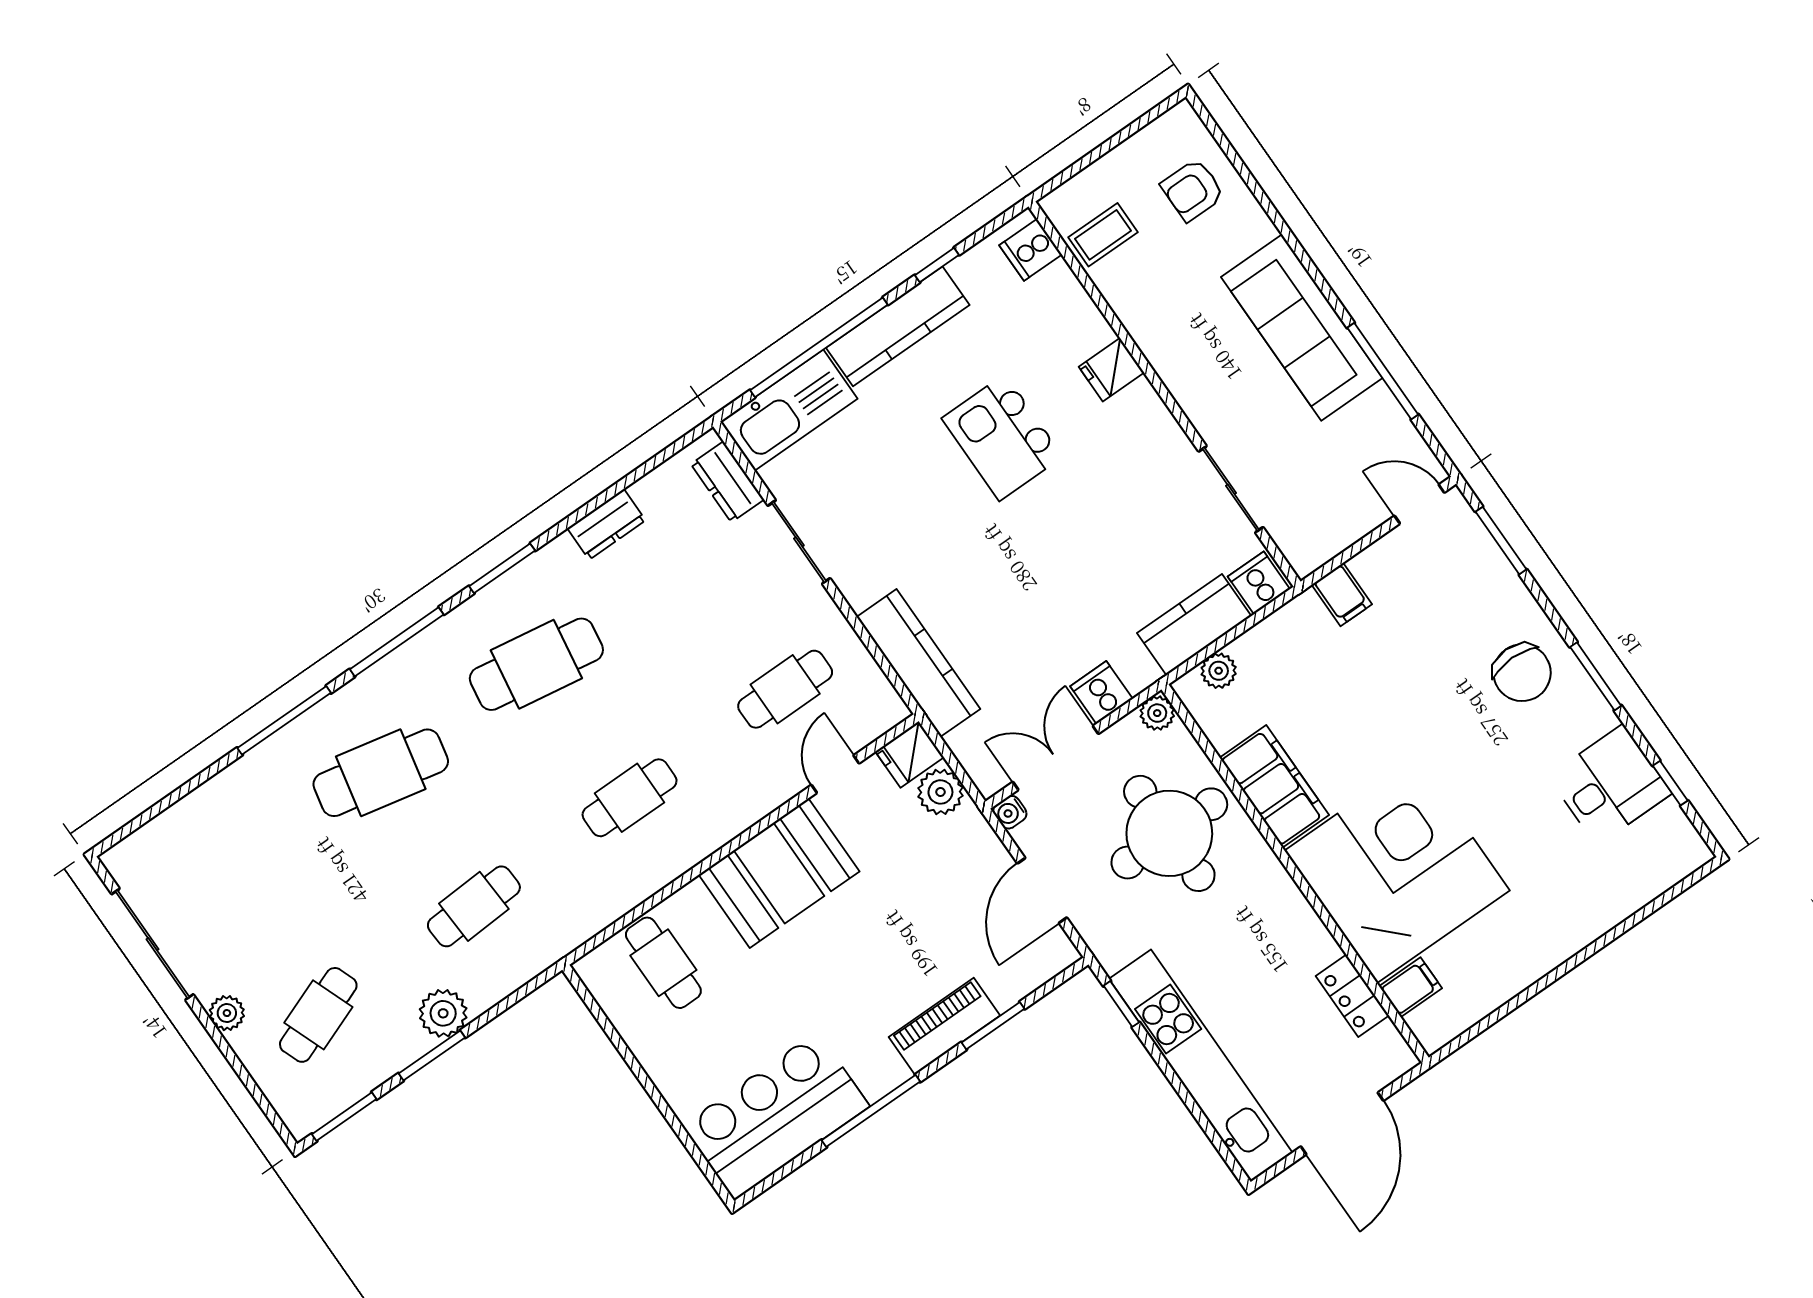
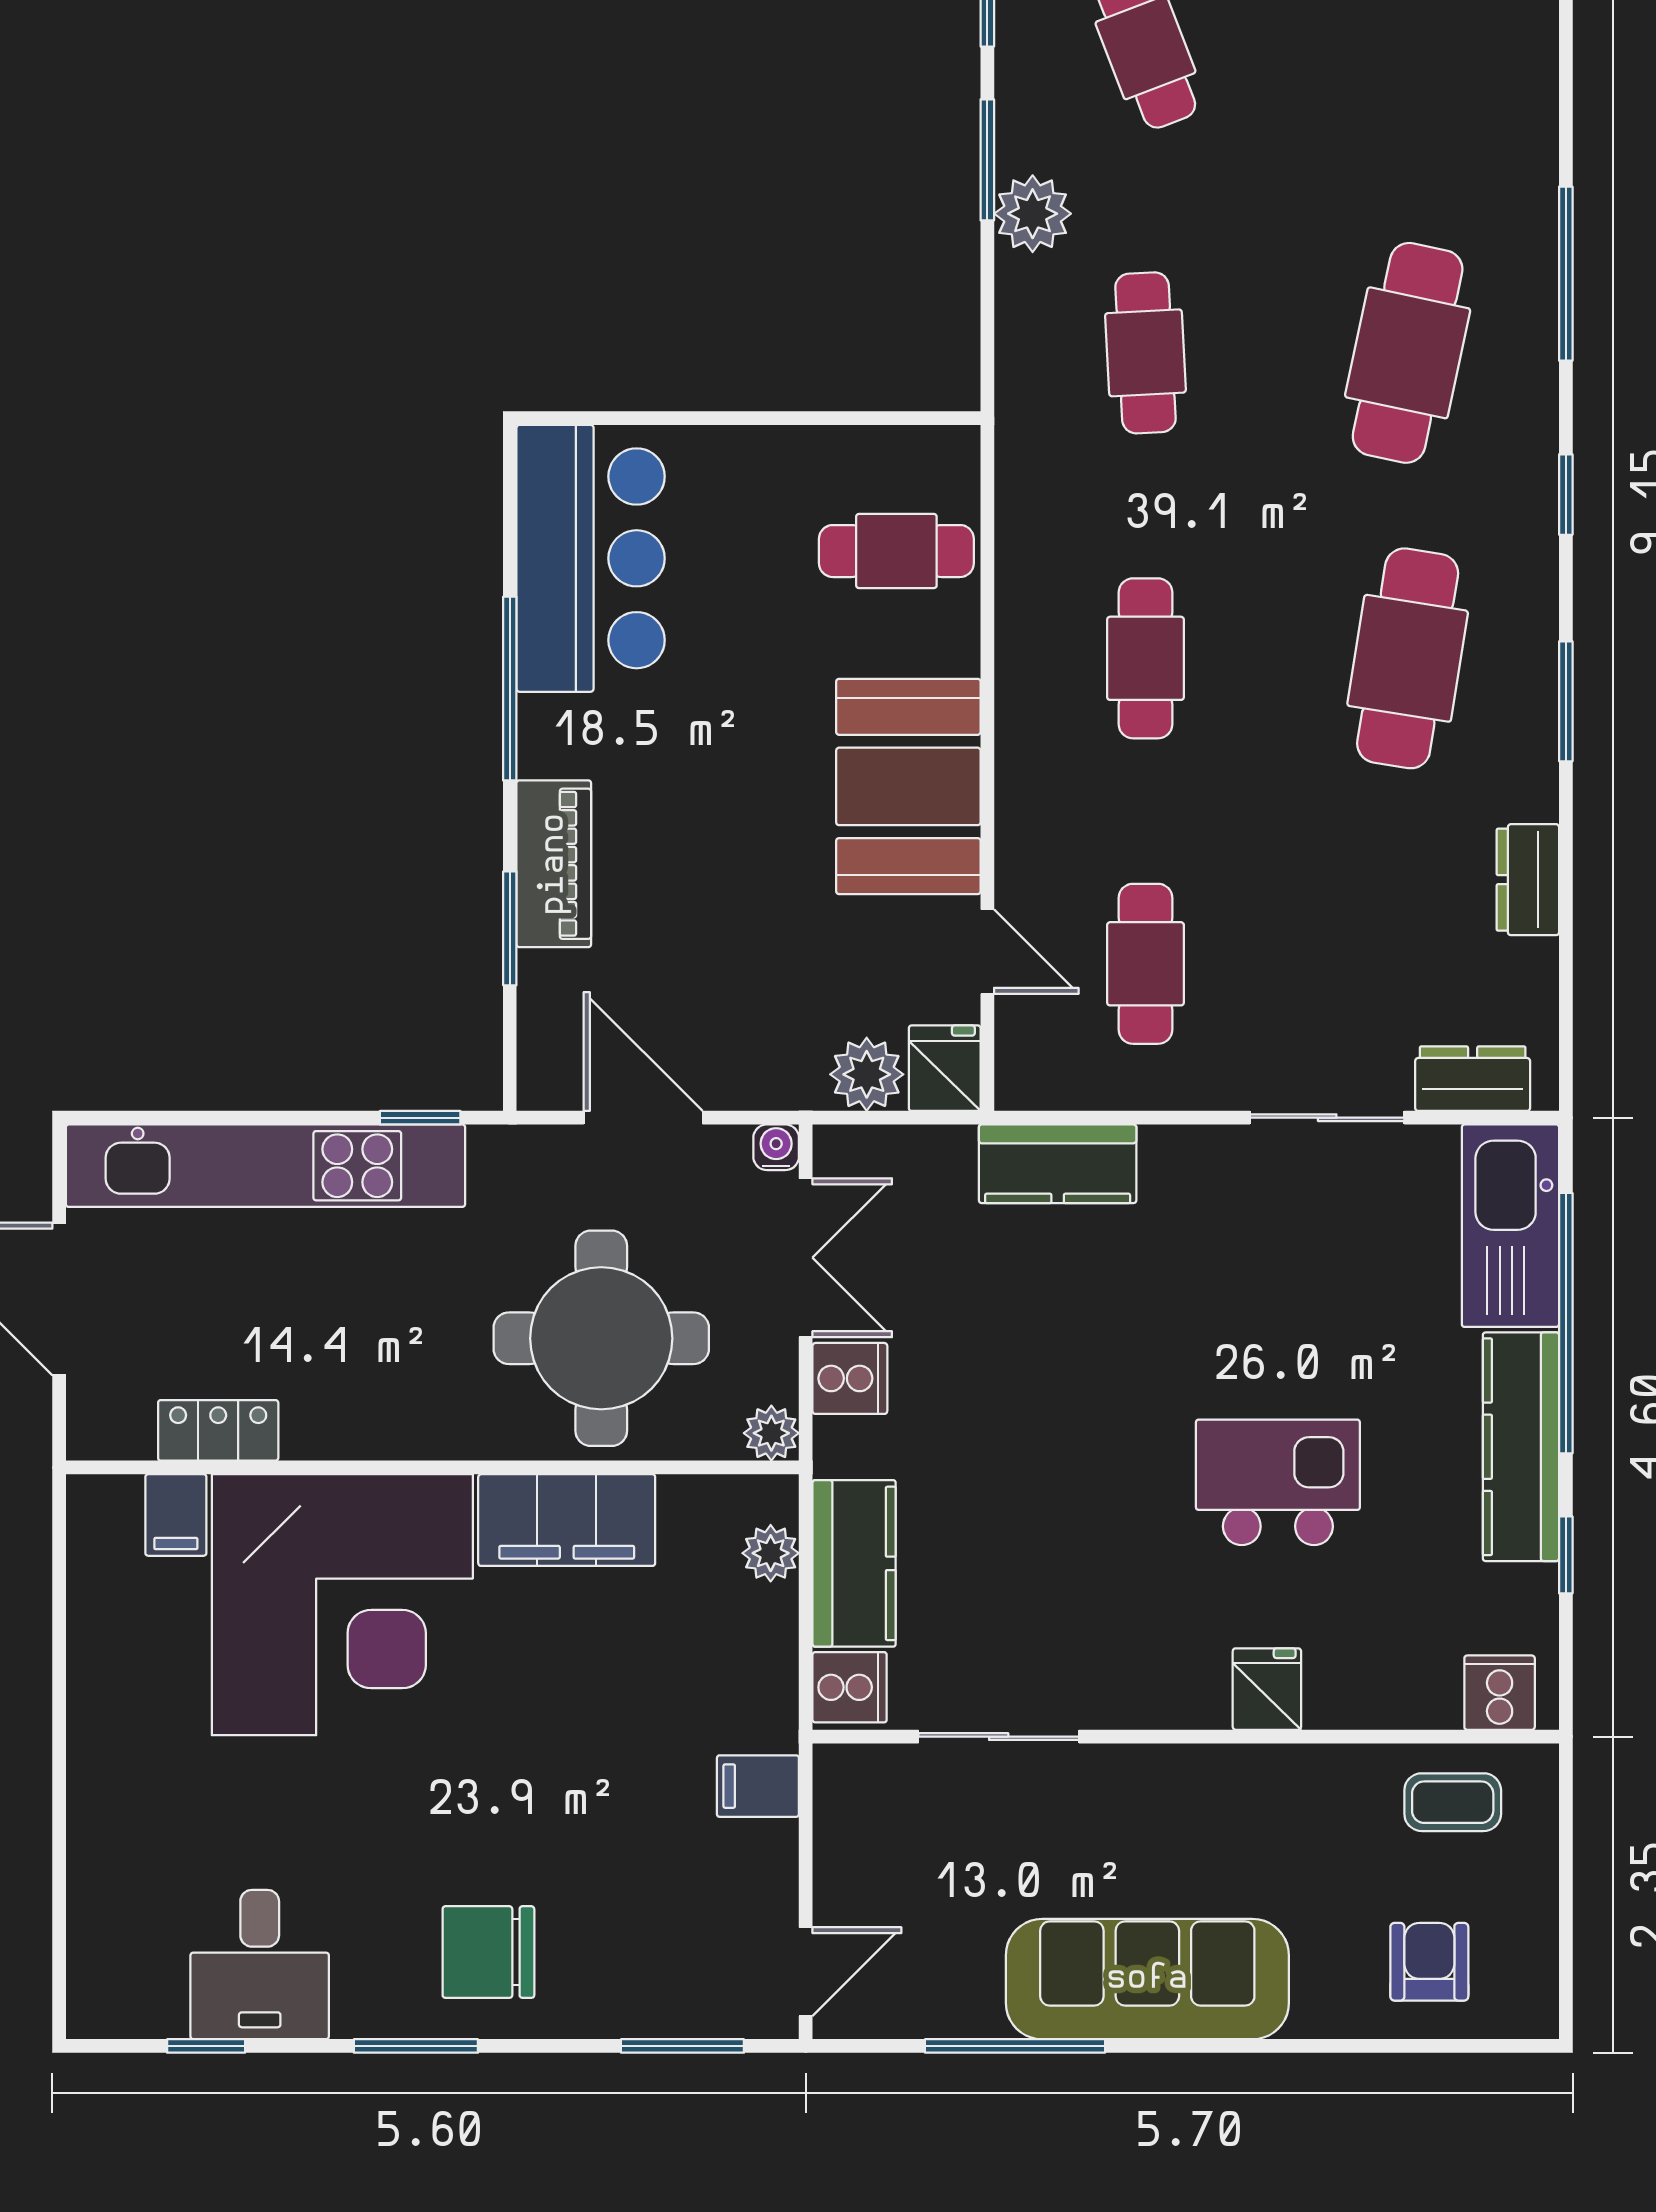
coffee table: (1103, 235) -> (1453, 1802), turned 90
window: (397, 642) -> (1566, 495), width x0.46
kitchen counter: (918, 663) -> (1058, 1164), width x0.67

